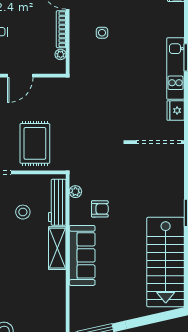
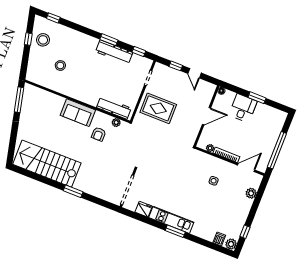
door: (20, 76) -> (206, 116), swing flipped
stool: (23, 212) -> (60, 65), moved
shelving: (57, 248) -> (84, 96), removed
sofa: (82, 255) -> (78, 113), width x0.73

